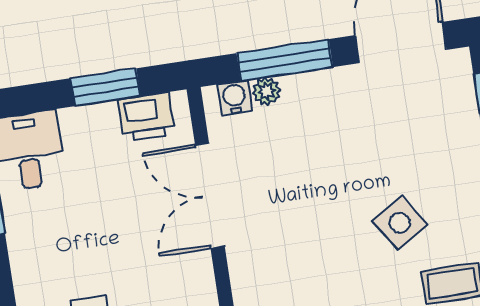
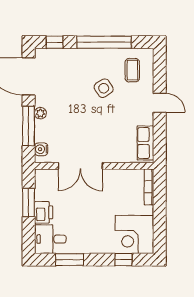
plant: (266, 91) -> (40, 113), moved
printer: (147, 117) -> (44, 212), moved

